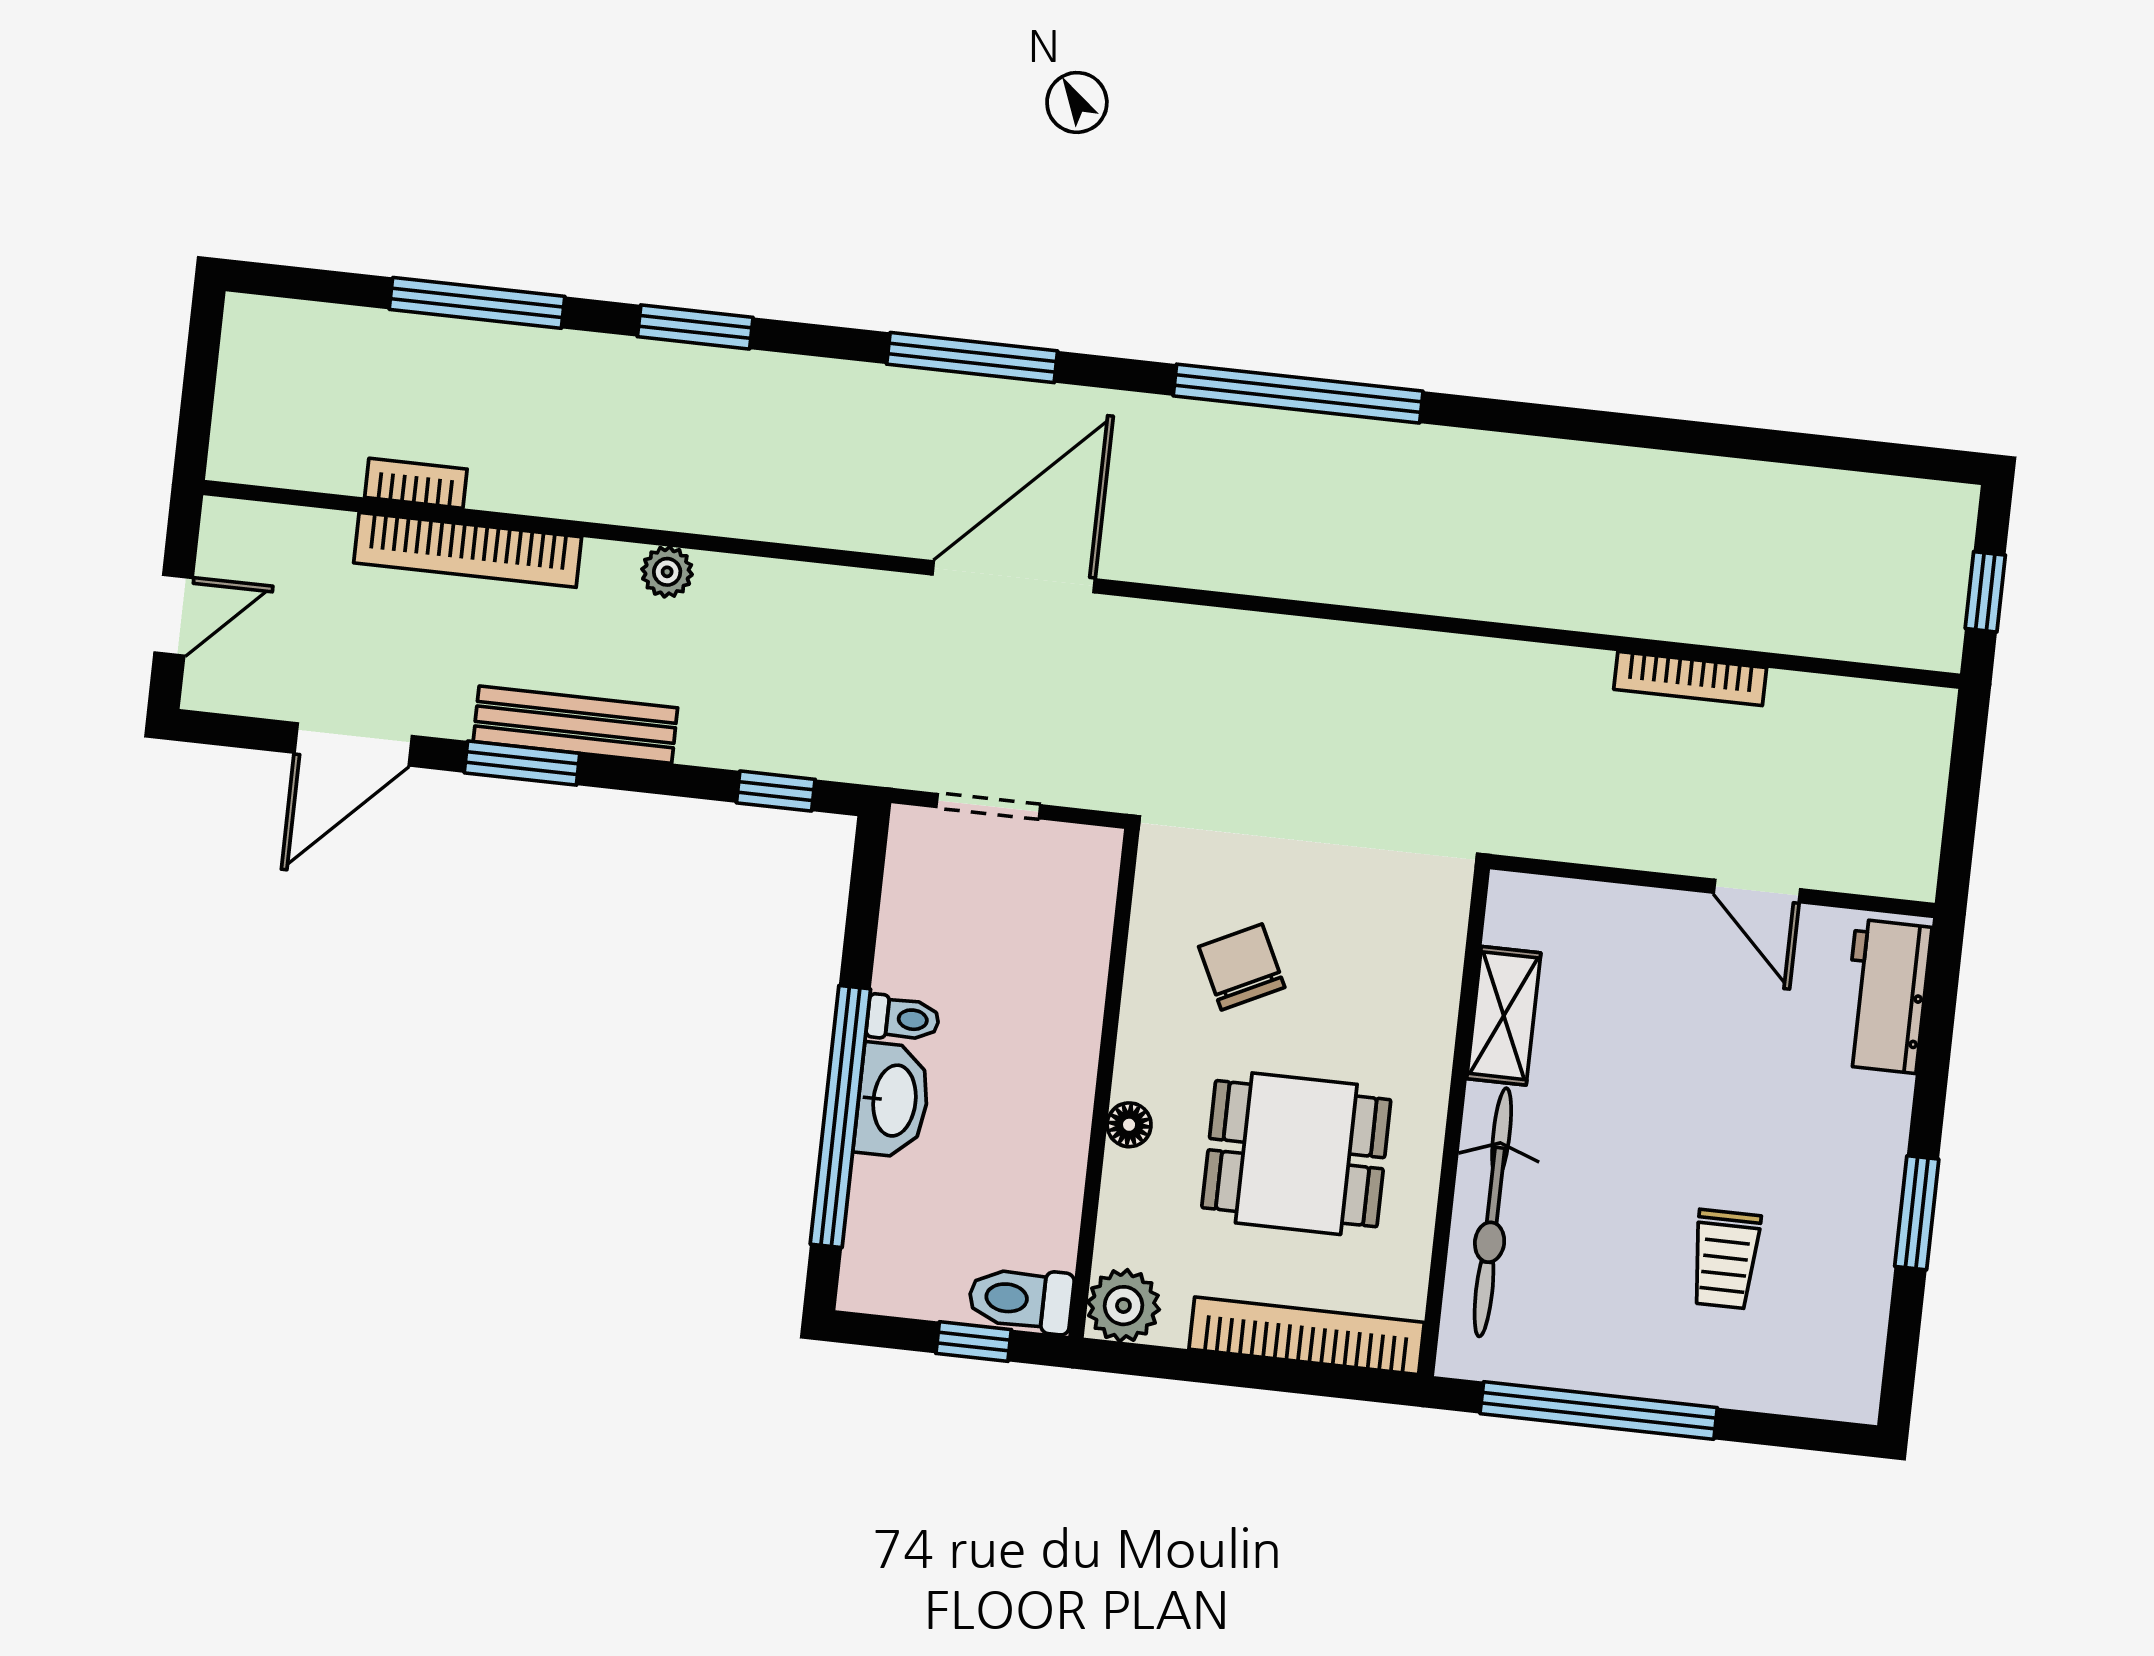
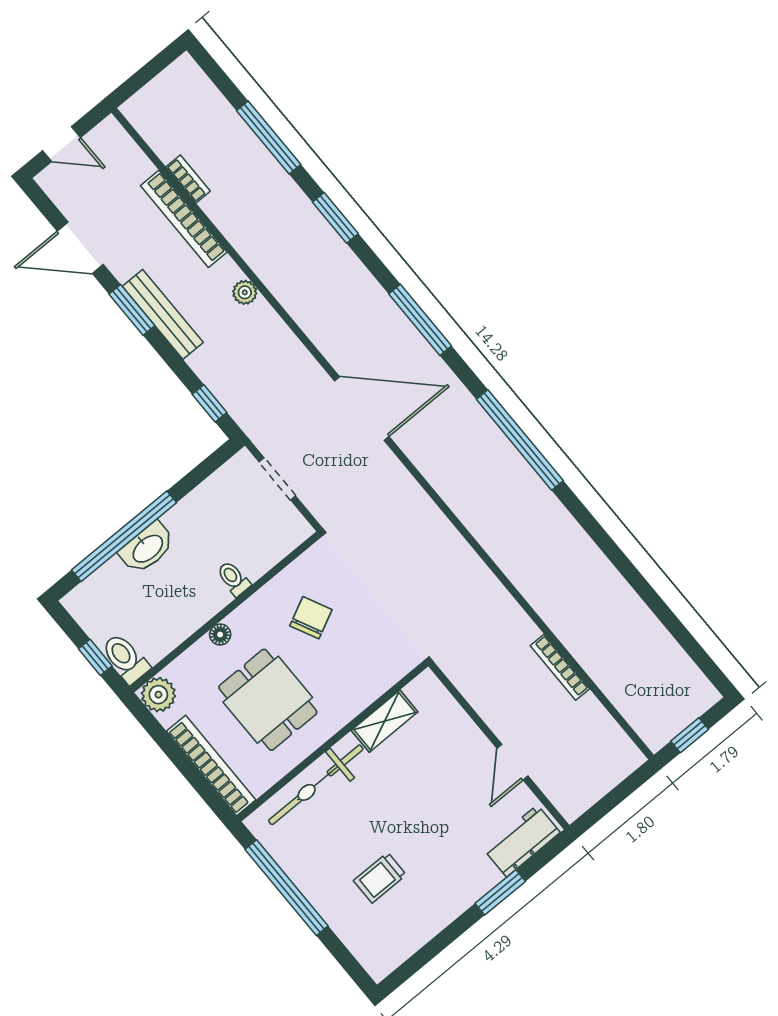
toilet: (903, 1019) -> (233, 579), moved, turned 180
window: (1917, 1213) -> (500, 892), moved

